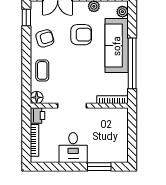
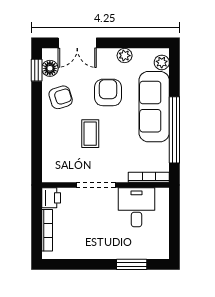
armchair: (81, 35) -> (108, 92), turned -90
coffee table: (42, 70) -> (90, 134), moved
floor lamp: (37, 97) -> (50, 68), moved
desk: (73, 148) -> (137, 207), moved, turned 180

